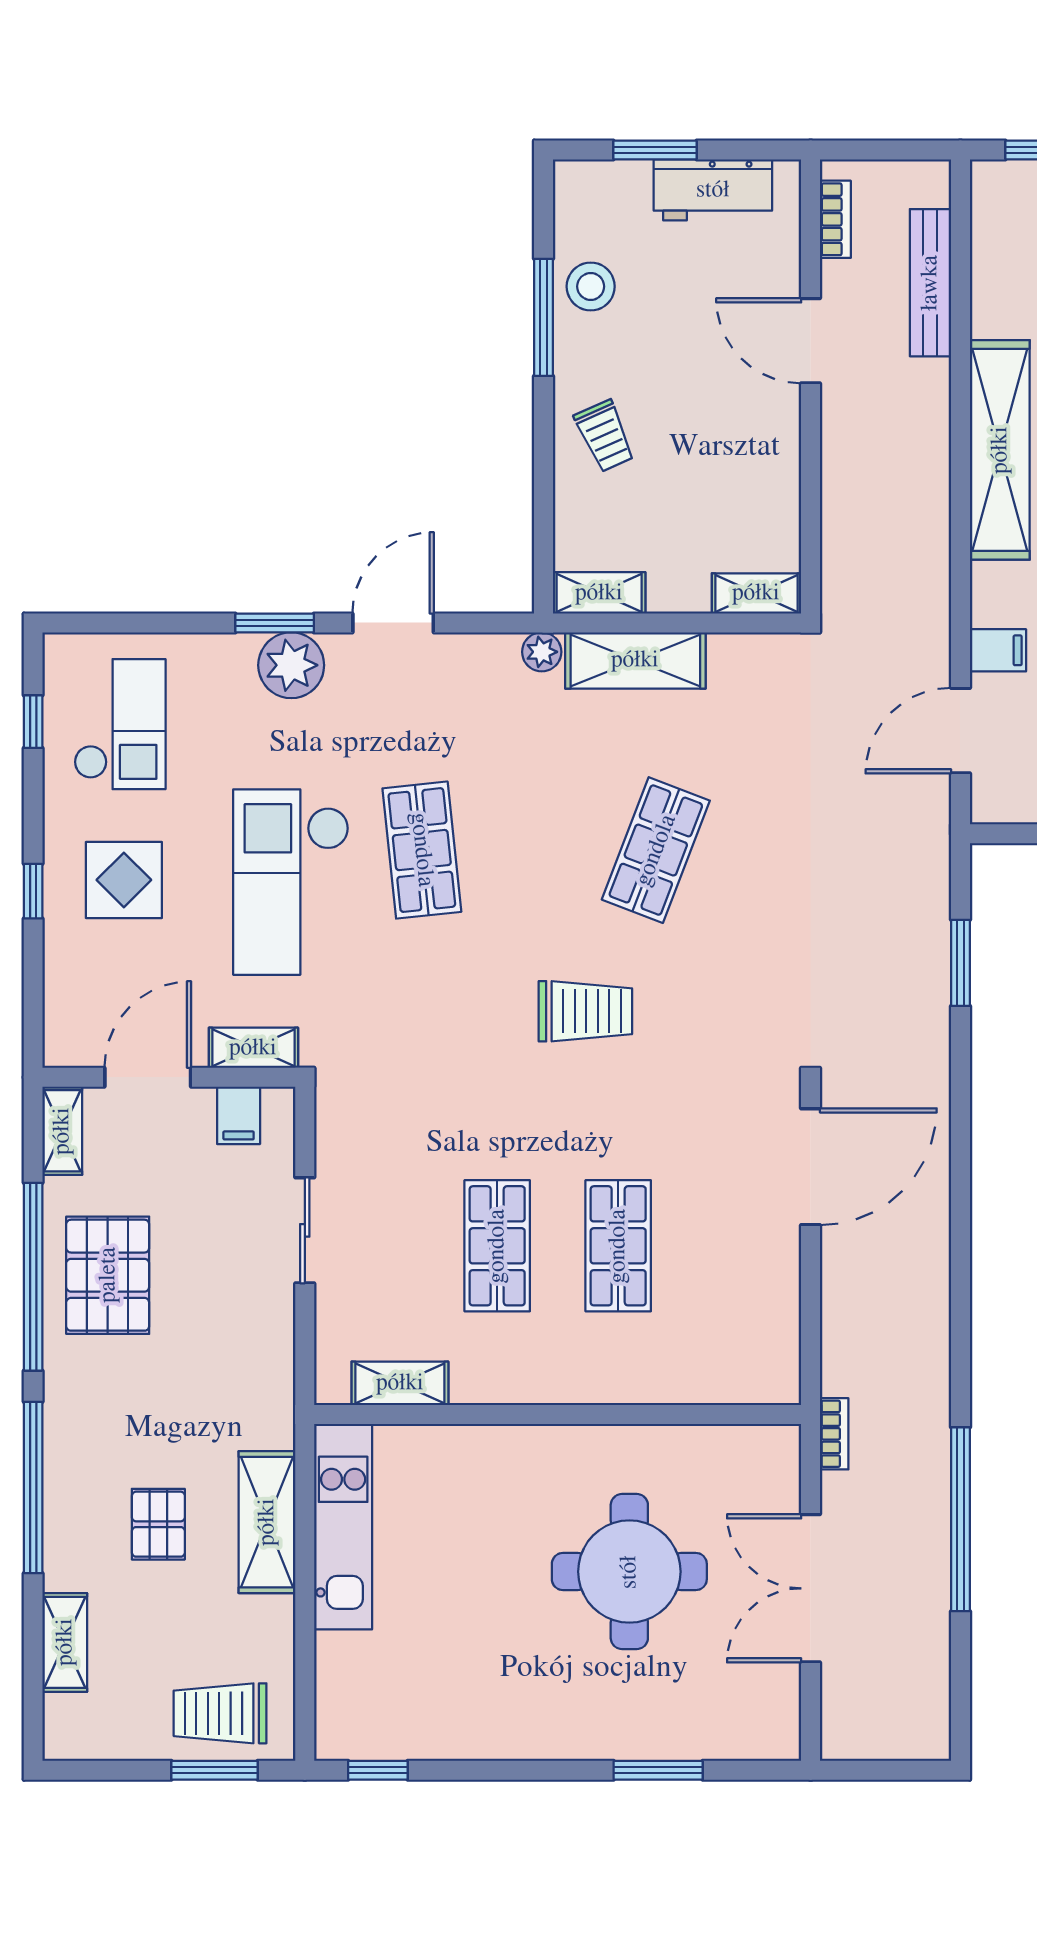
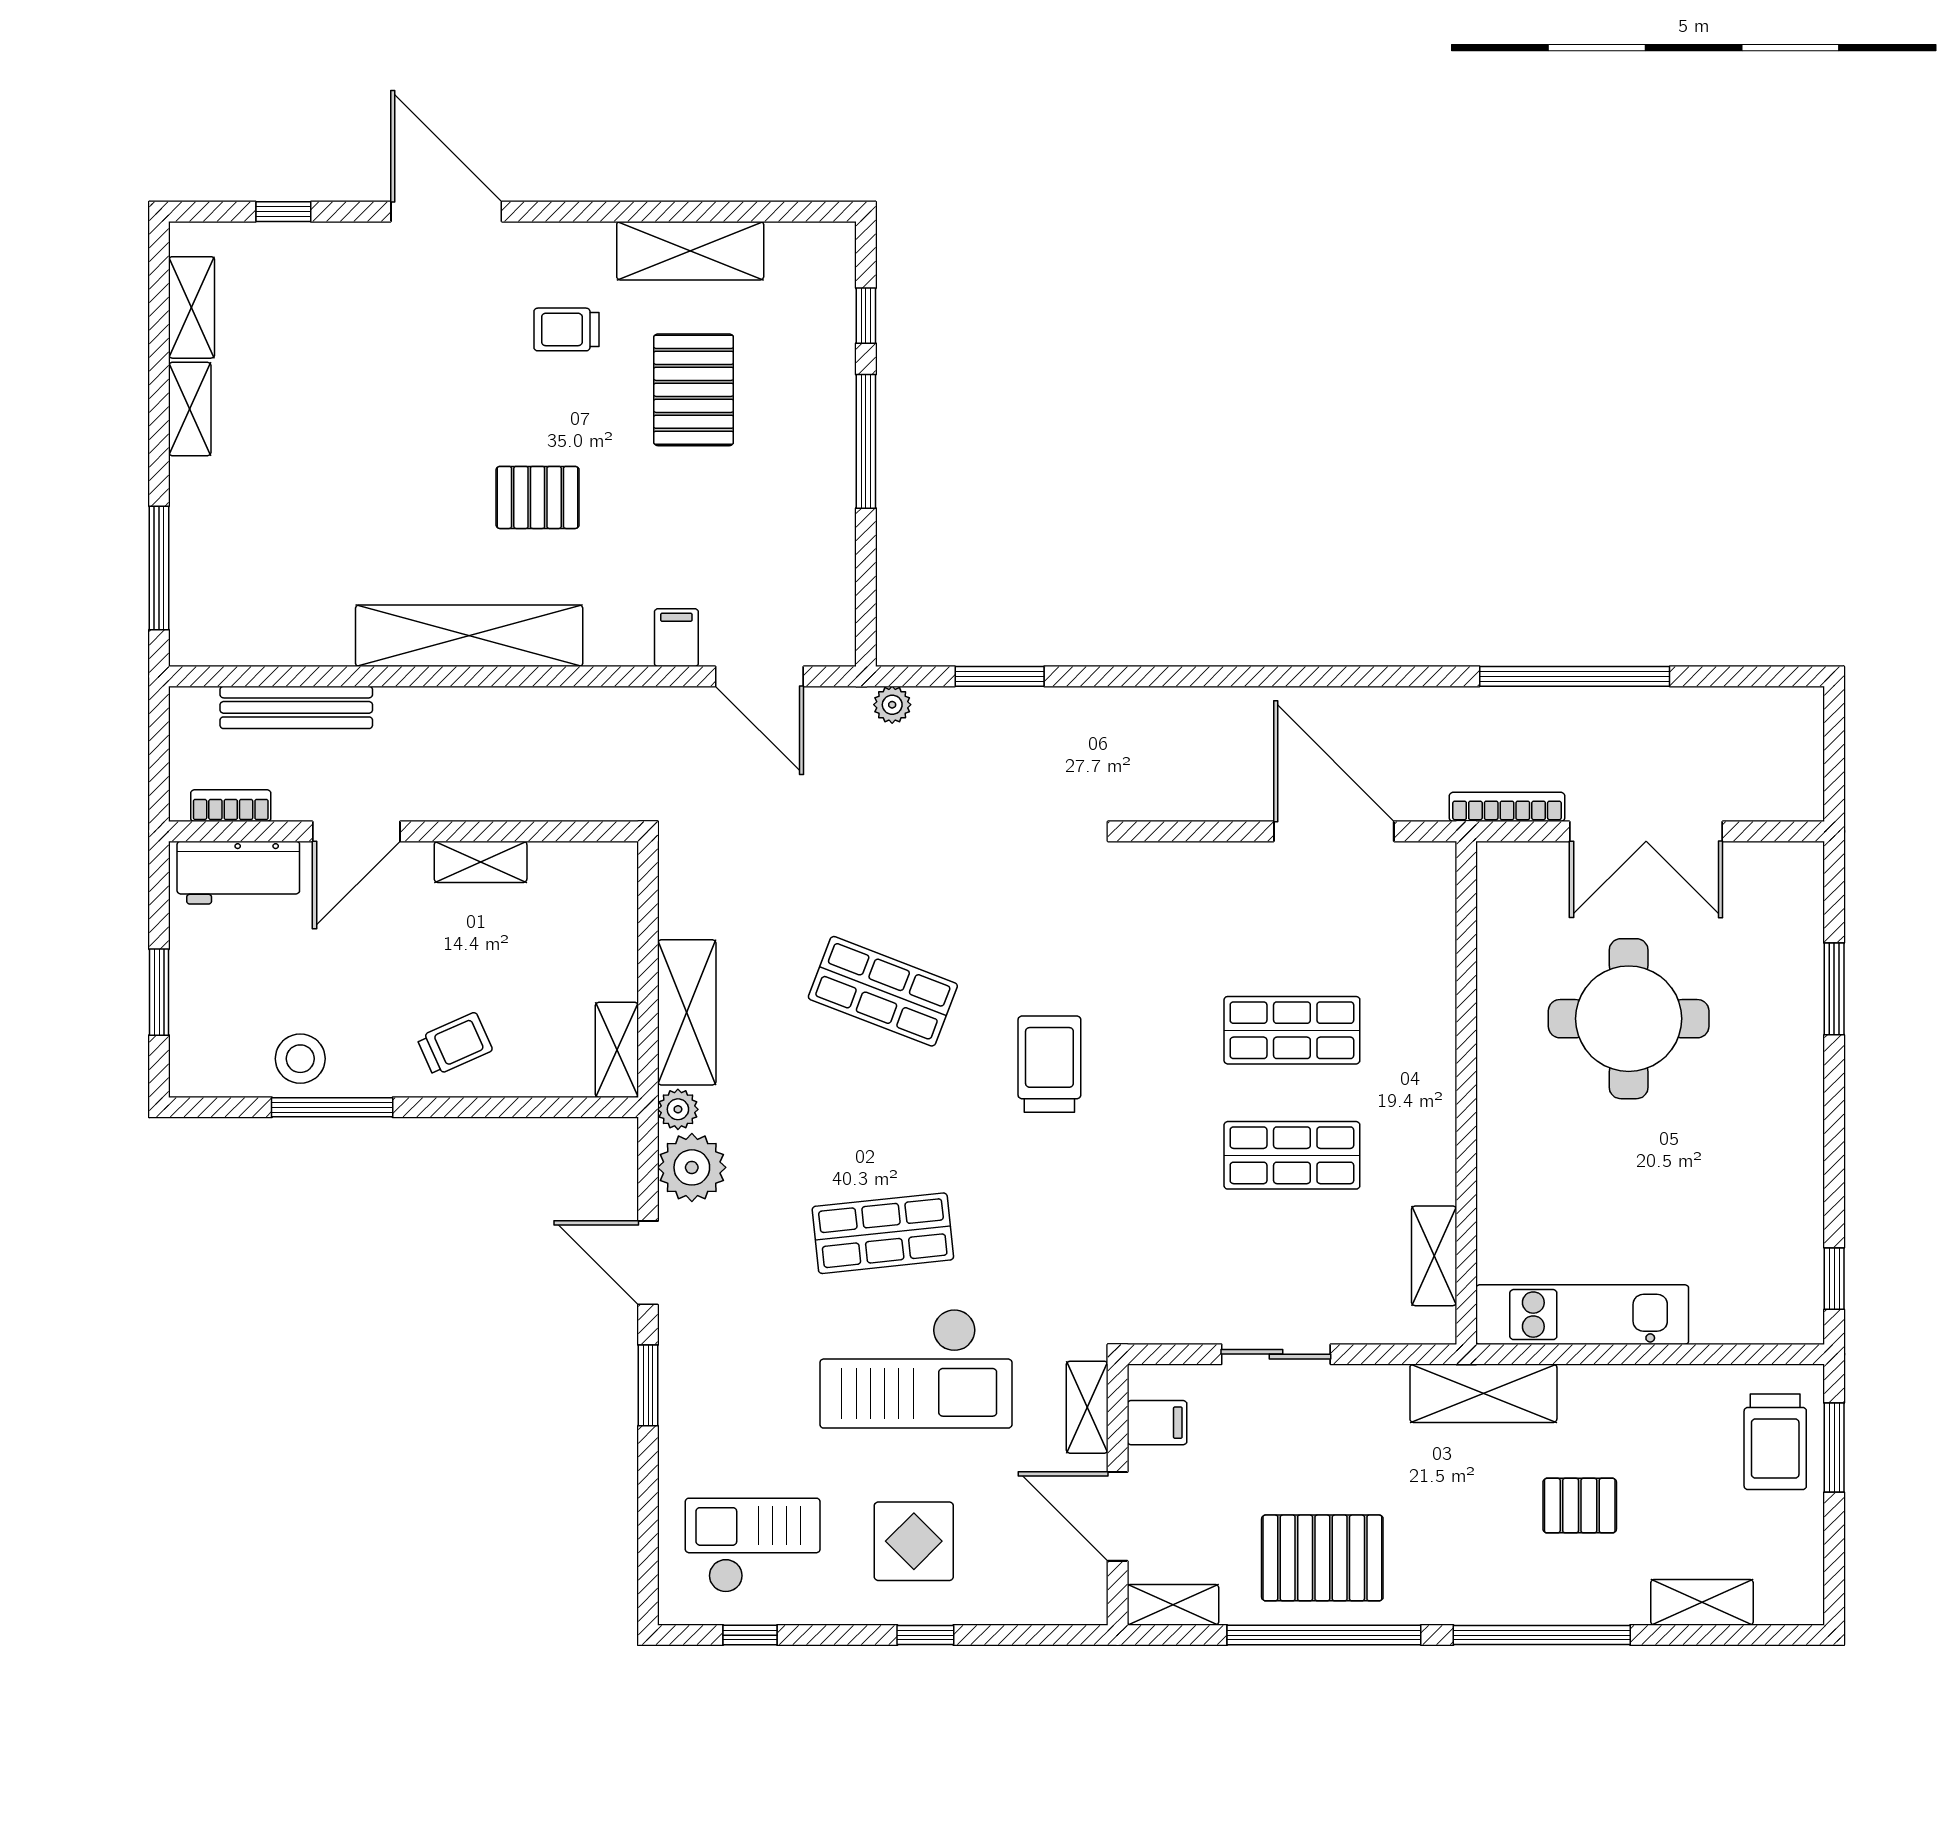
workbench: (713, 190) -> (238, 873), moved, turned 90
shelving: (756, 593) -> (481, 862), moved, turned 90
plant: (291, 665) -> (692, 1167), moved
plant: (933, 859) -> (892, 705), added
door: (811, 1167) -> (1334, 831), moved
bookcase: (834, 1434) -> (1507, 807), width x1.56
shelving: (267, 1522) -> (1483, 1393), moved

